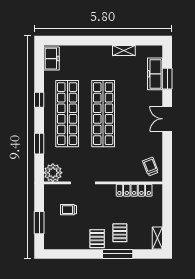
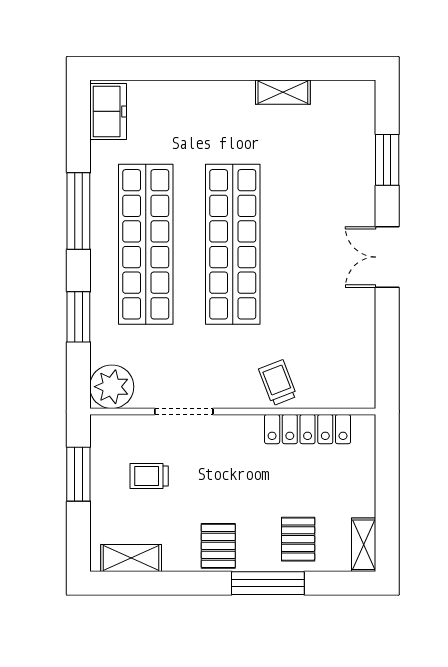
freezer: (155, 74) -> (358, 149), removed
window: (39, 100) -> (78, 211), width x2.17
trolley: (150, 167) -> (278, 383), moved
window: (39, 223) -> (78, 474), moved
pallet: (120, 233) -> (298, 539), moved
shelving: (61, 244) -> (131, 558), added

